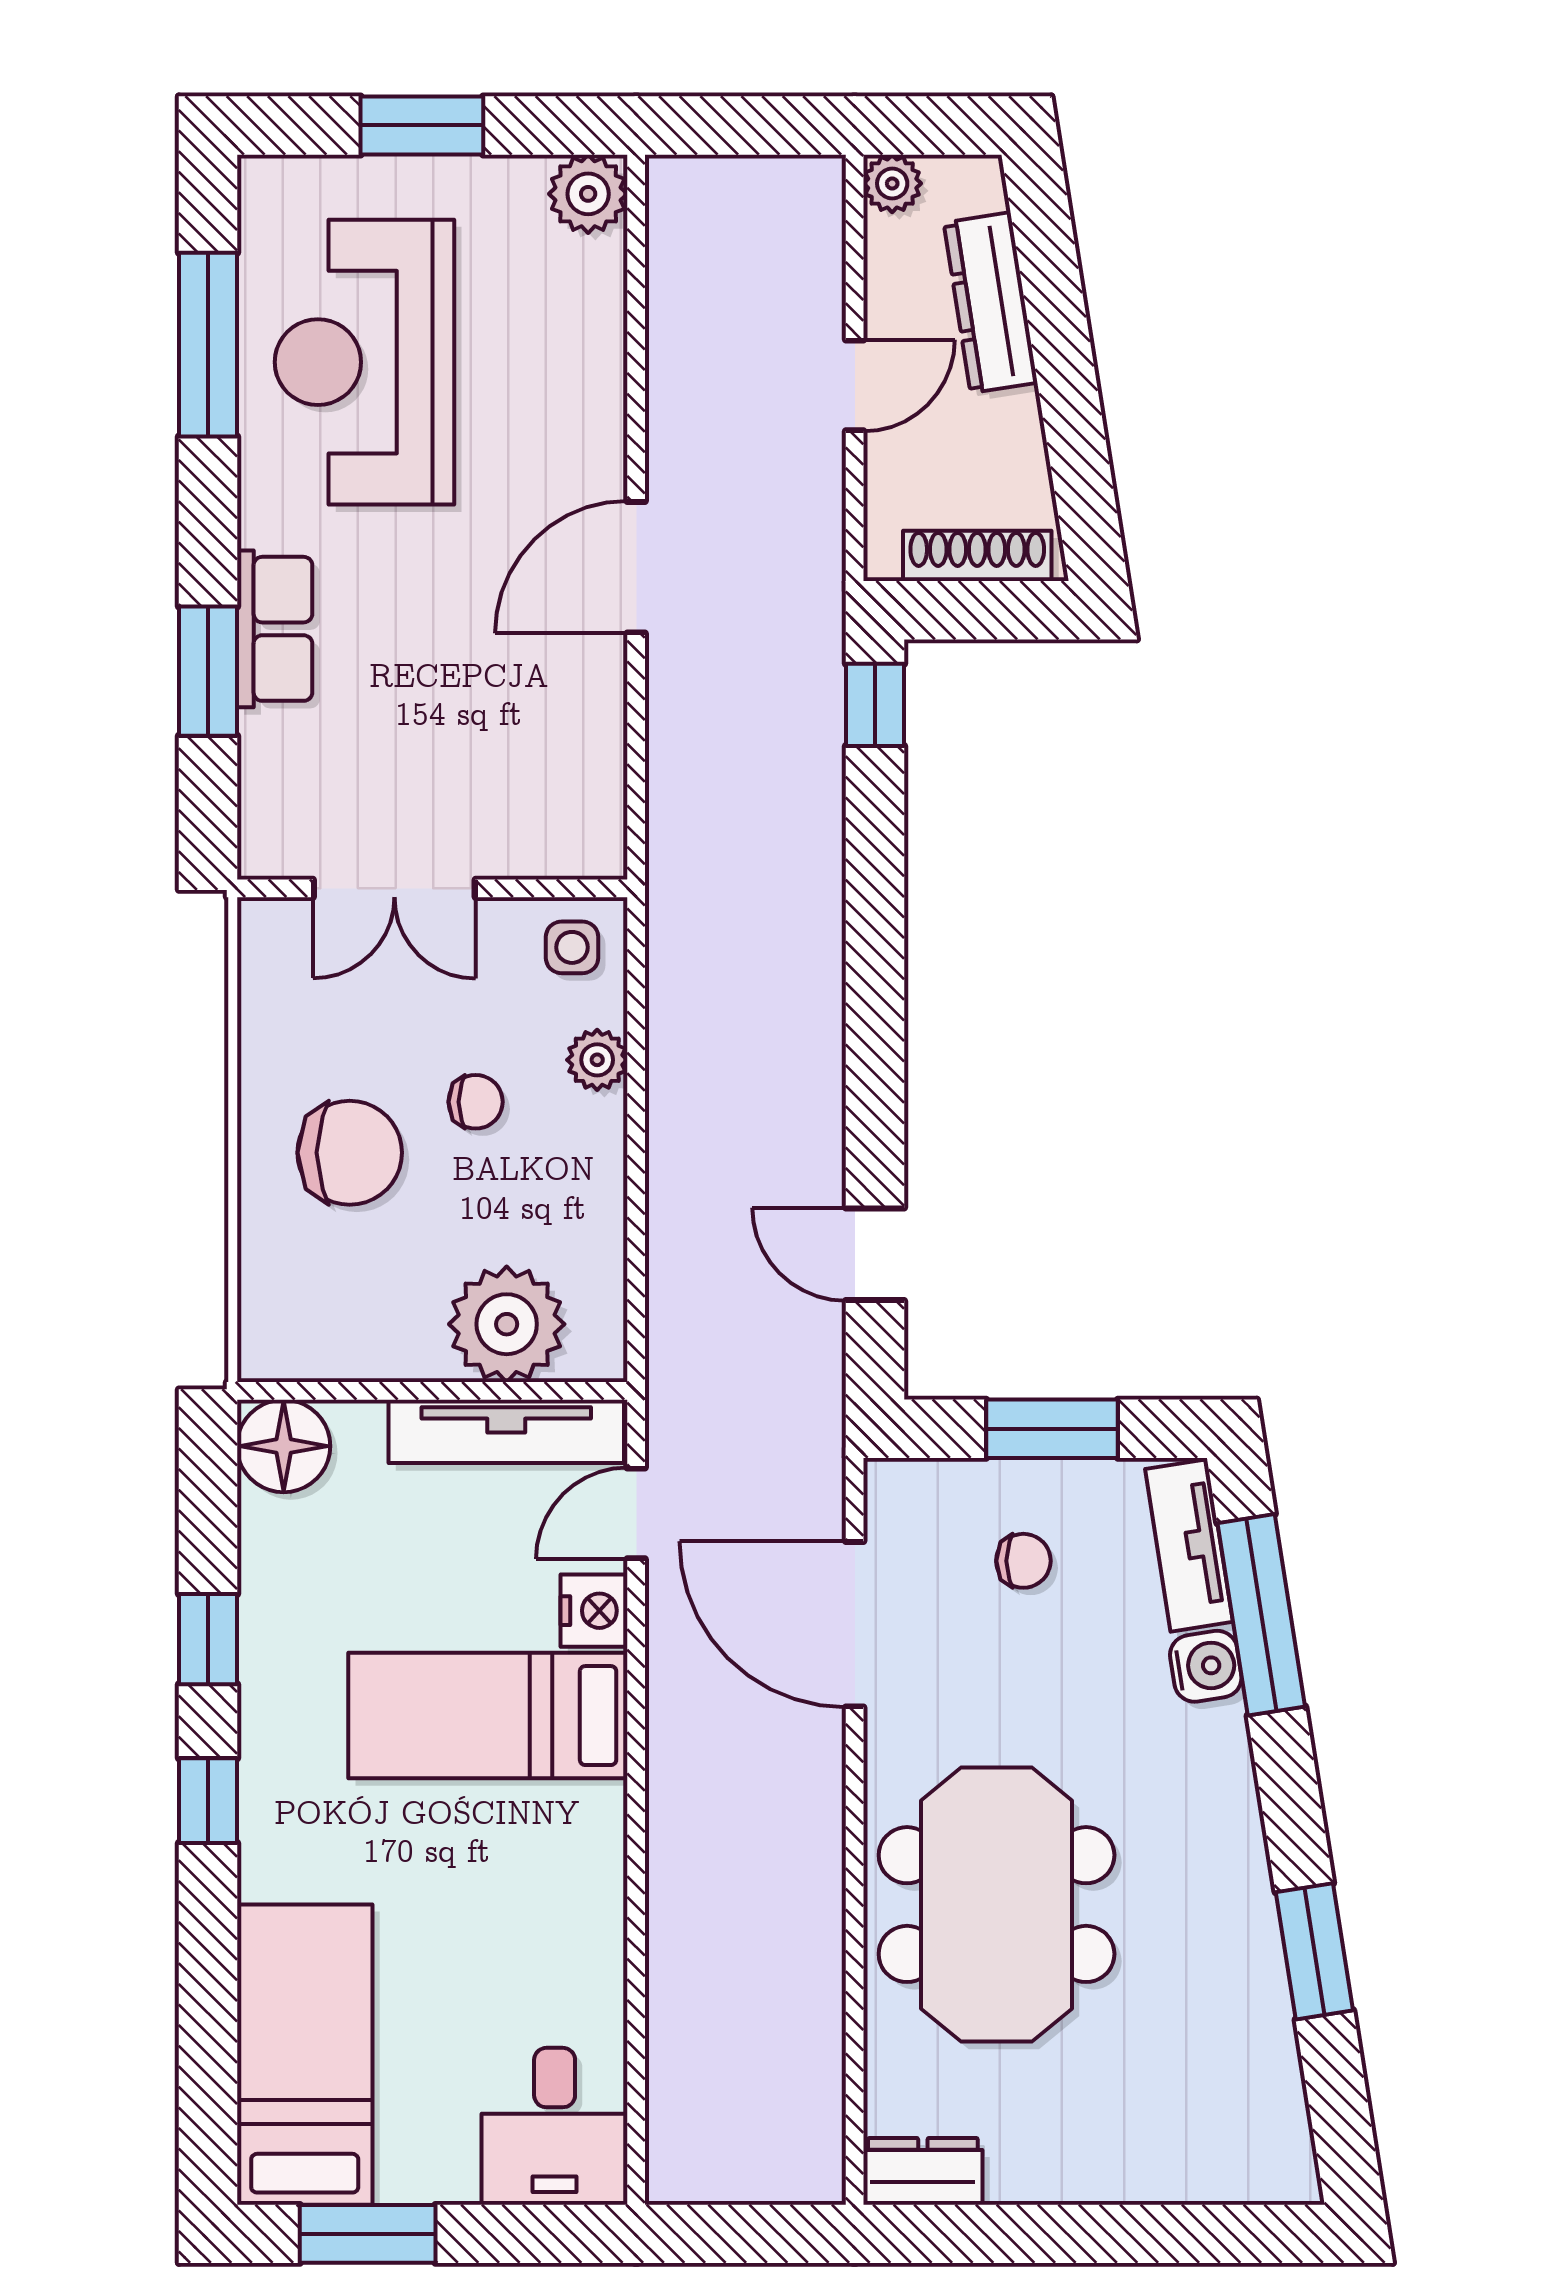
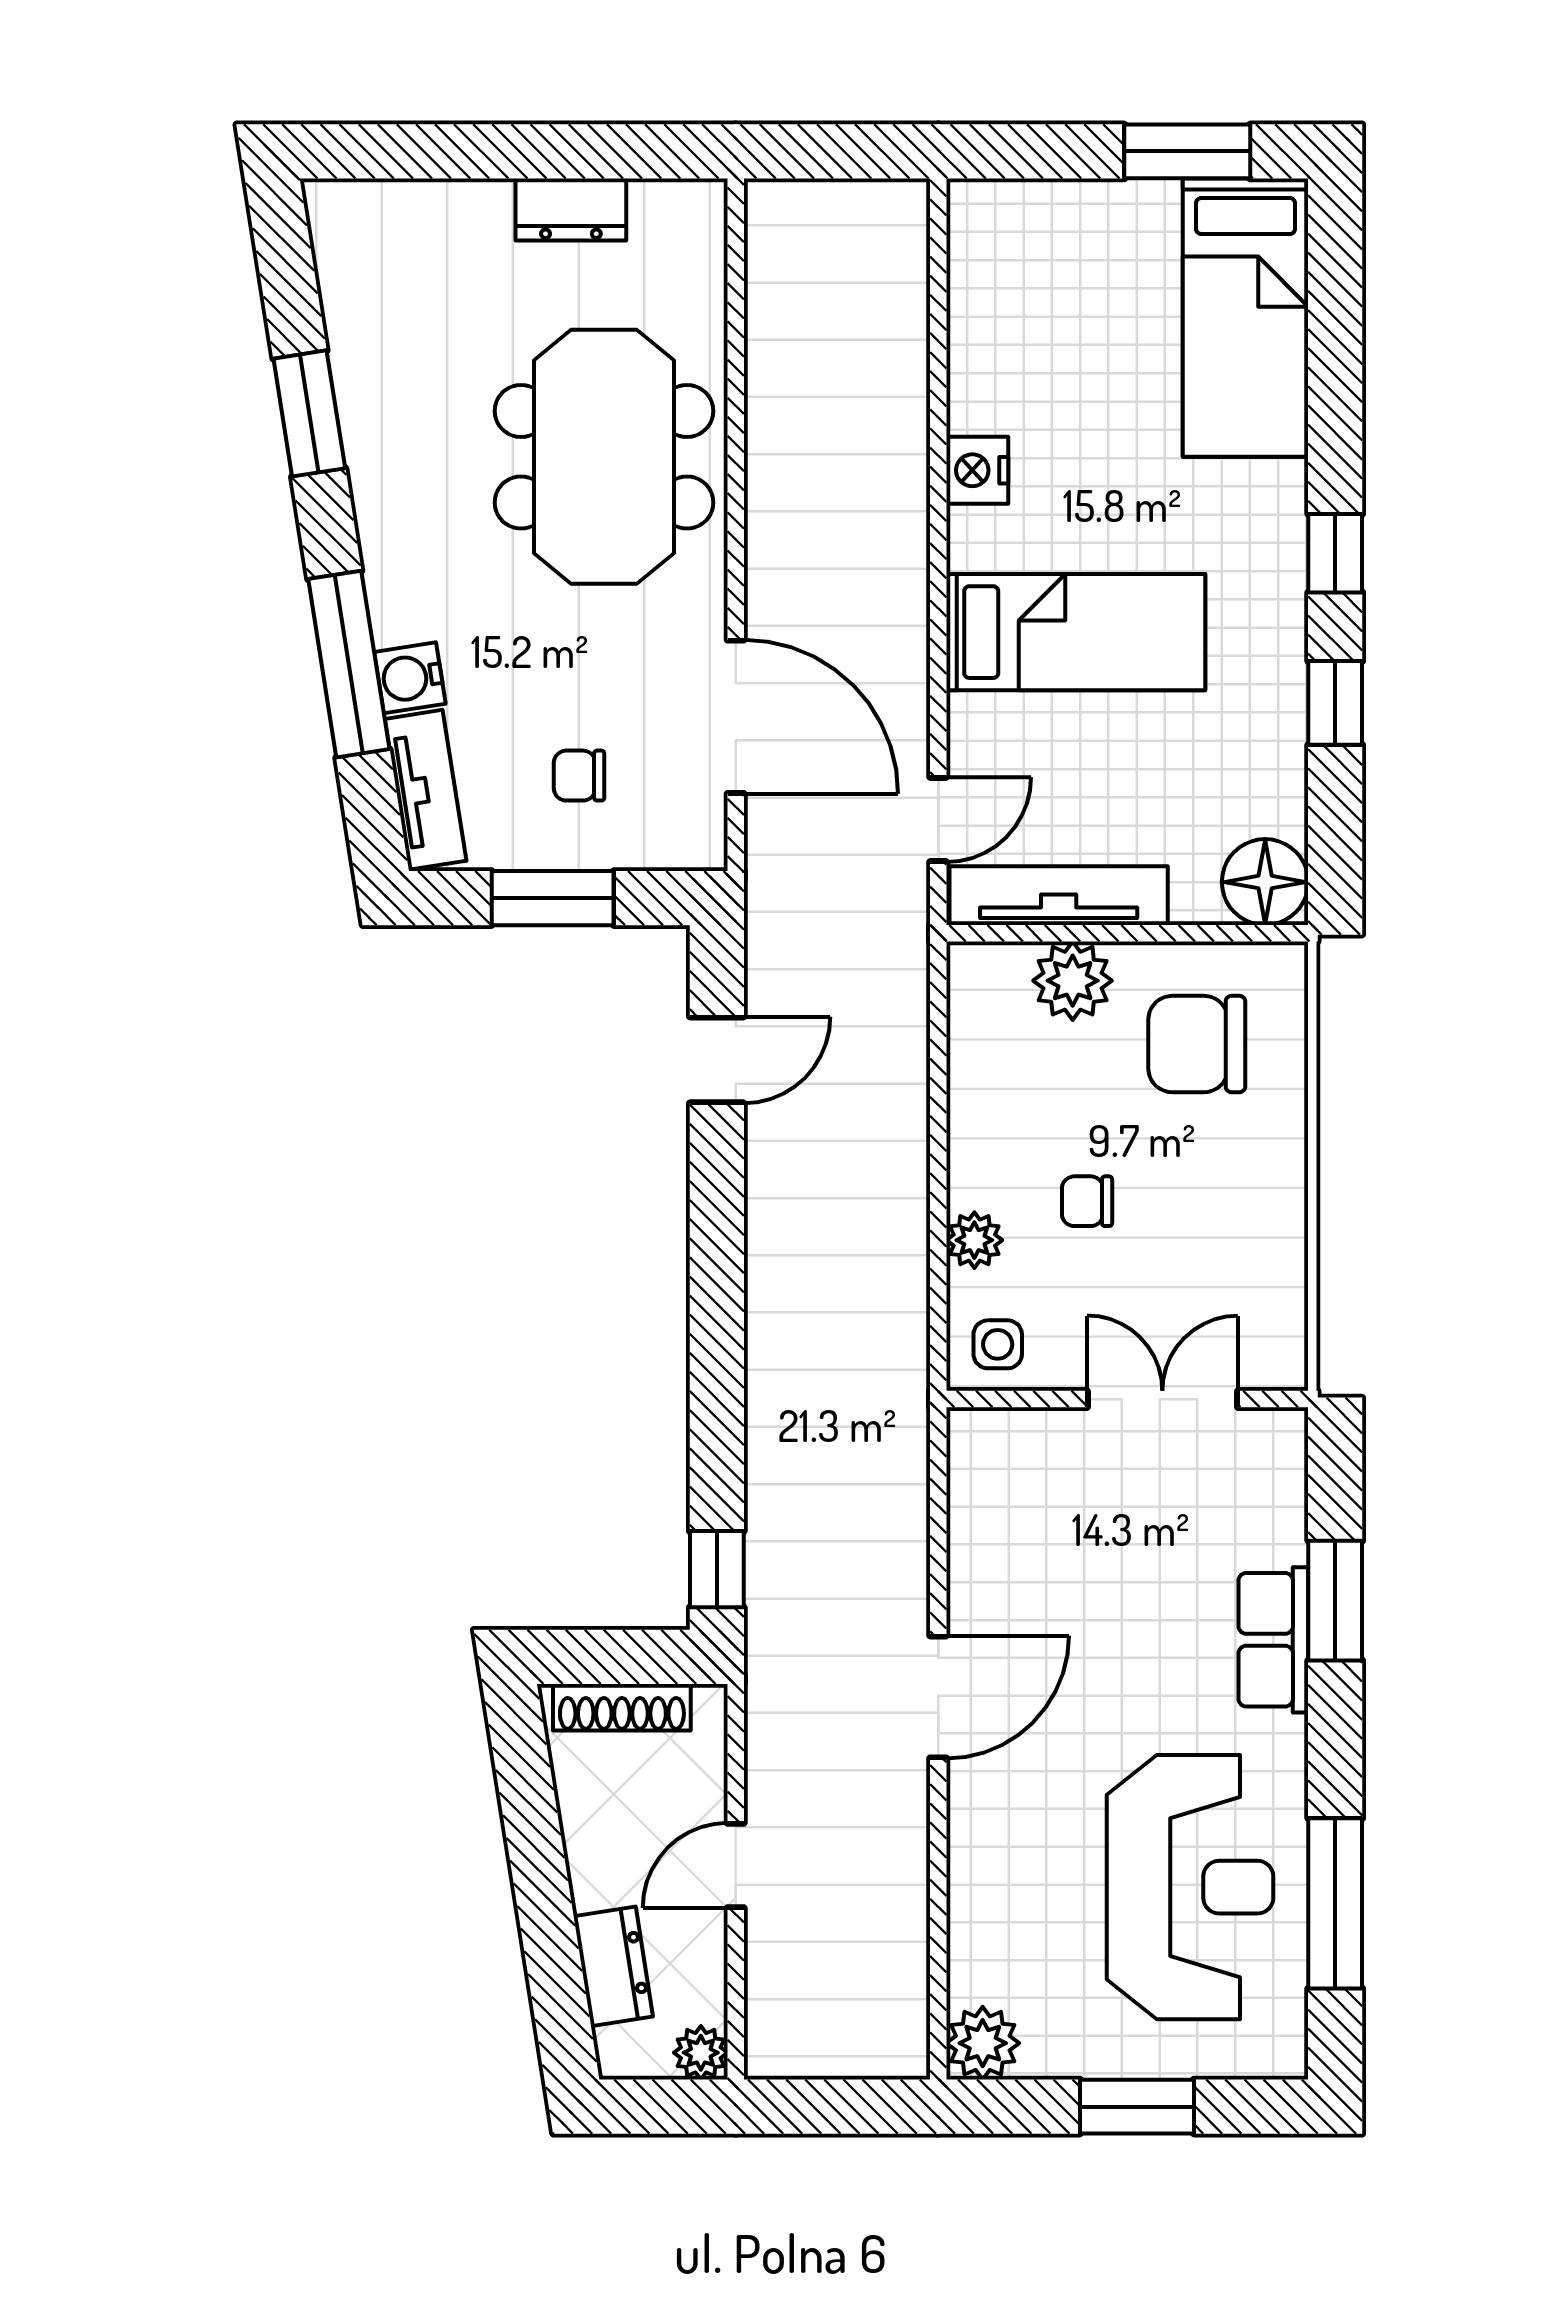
dresser: (991, 303) -> (613, 1966), width x0.70
chair: (350, 1153) -> (1197, 1044), moved
door: (875, 1254) -> (717, 1060), hinge flipped
plant: (507, 1324) -> (1073, 981), width x0.73, depth x0.73
nightstand: (594, 1611) -> (977, 470), moved
window: (1261, 1615) -> (349, 664), moved
desk: (555, 2126) -> (1014, 251), removed
dresser: (923, 2171) -> (571, 209), moved

